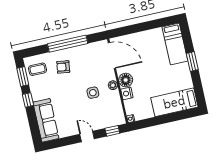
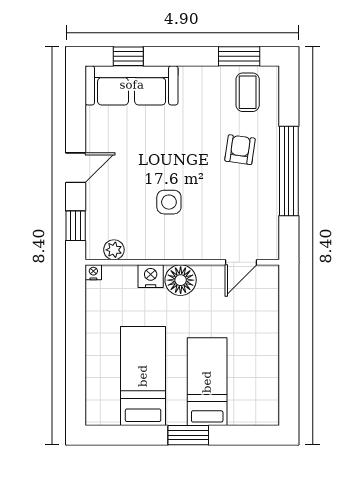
bed: (175, 44) -> (207, 382), moved, turned 90
door: (112, 55) -> (241, 262), width x0.53
plant: (113, 85) -> (114, 250), moved
window: (28, 100) -> (128, 56), moved
bed: (174, 102) -> (143, 376), moved

